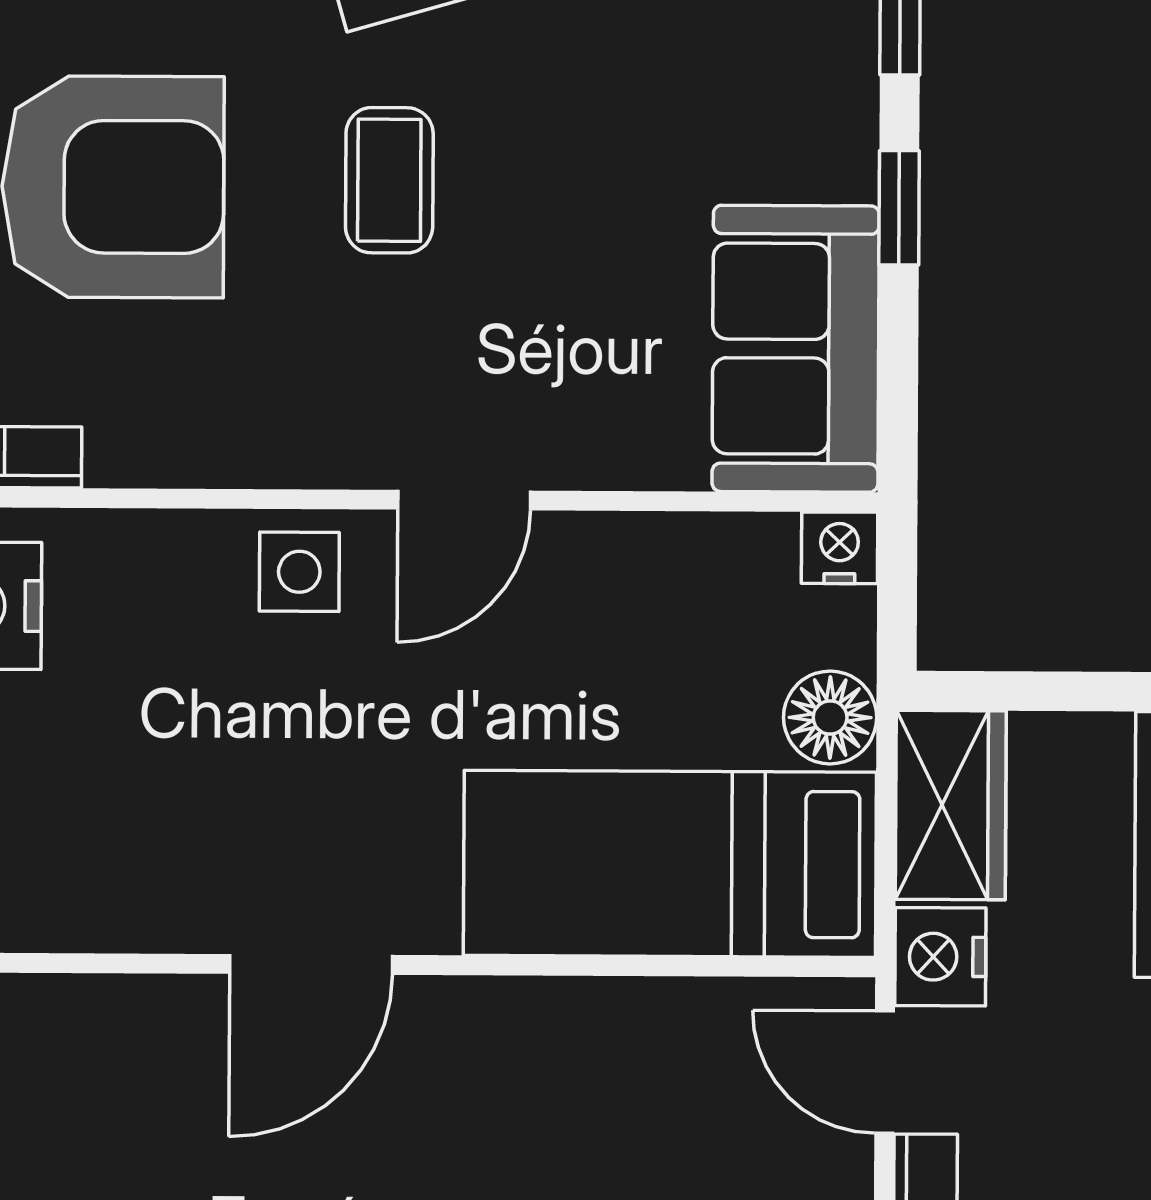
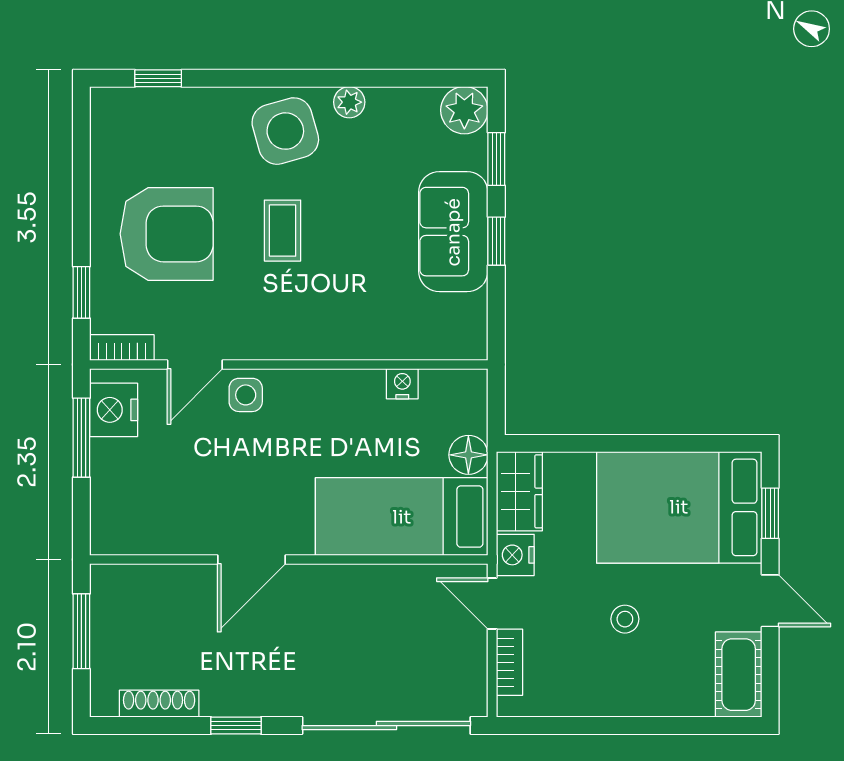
sofa: (796, 349) -> (453, 232), moved
door: (464, 500) -> (195, 365), moved
nightstand: (840, 548) -> (402, 384), moved

